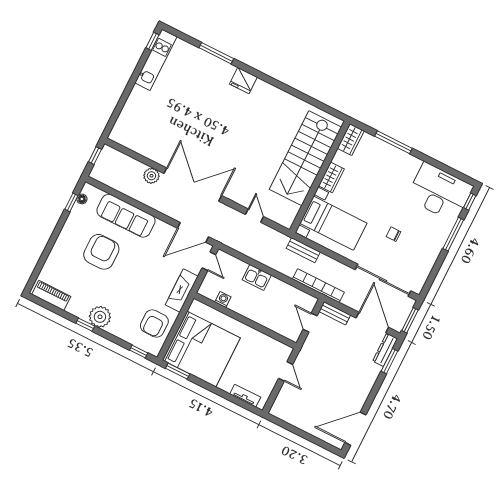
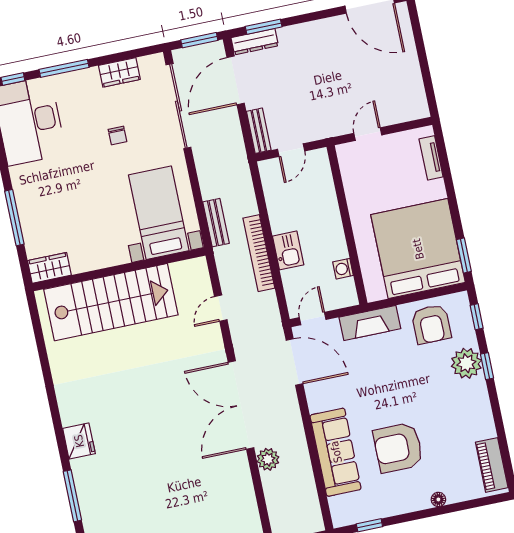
wardrobe: (331, 177) -> (119, 72), moved, turned 180
floor lamp: (82, 199) -> (438, 499), moved
bookcase: (318, 286) -> (259, 253), moved
plant: (100, 317) -> (466, 363), moved
armchair: (154, 323) -> (431, 324), turned 90
window: (85, 325) -> (487, 366), moved

